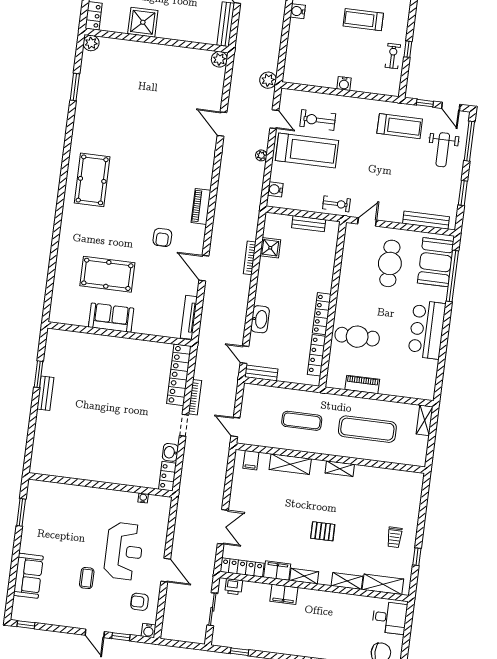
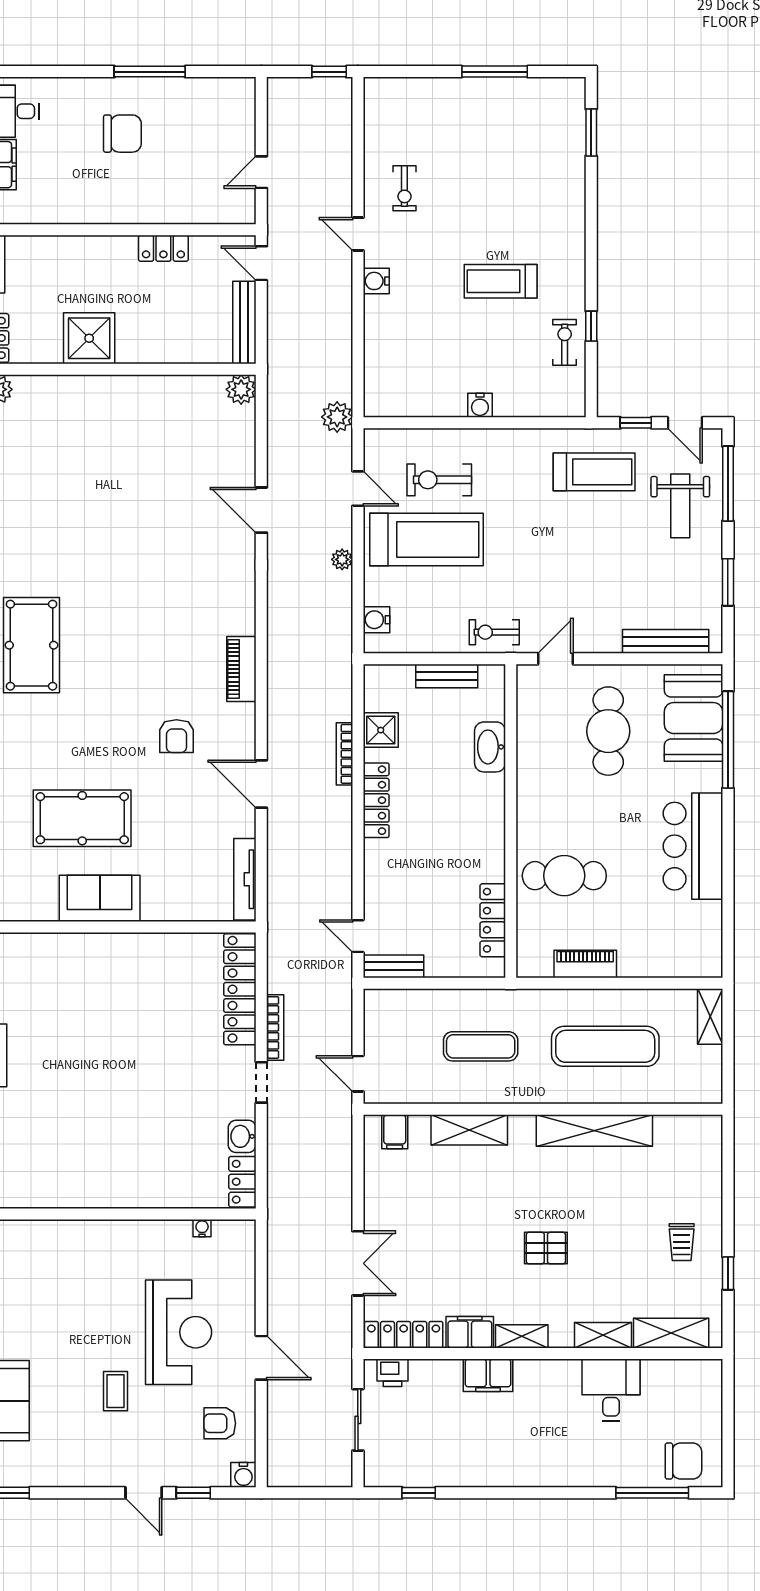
exercise bike: (336, 204) -> (494, 632), turned 180
locker: (322, 314) -> (376, 800), moved, turned 180
washbasin: (260, 319) -> (490, 747), moved, turned 180
shelving: (340, 469) -> (594, 1131), width x2.20, depth x1.33
desk: (390, 618) -> (611, 1390), moved, turned -90

